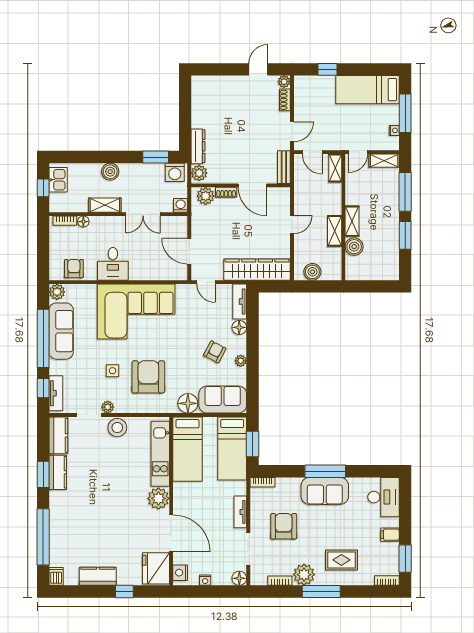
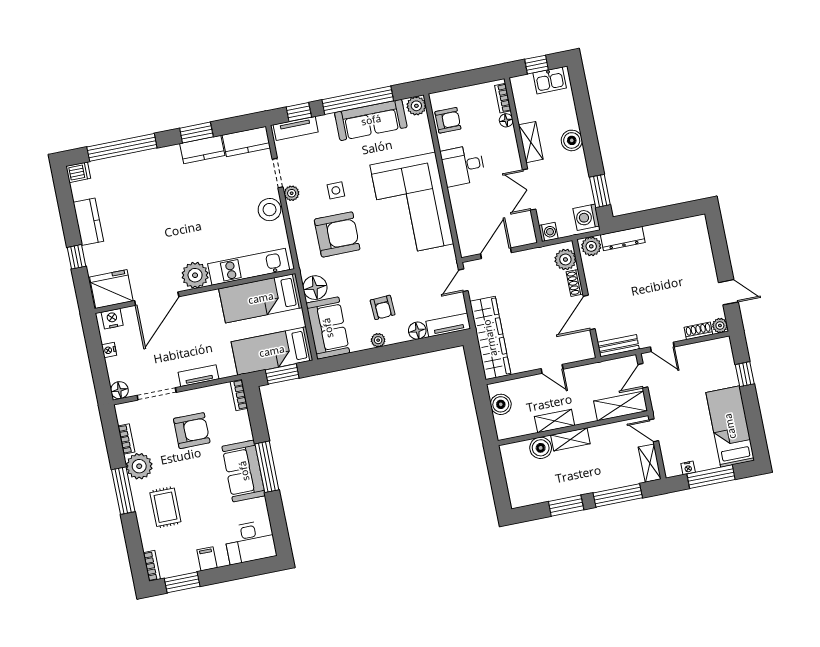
shelving: (335, 168) -> (621, 406), width x1.50, depth x1.33
armchair: (215, 352) -> (383, 307), turned 59

